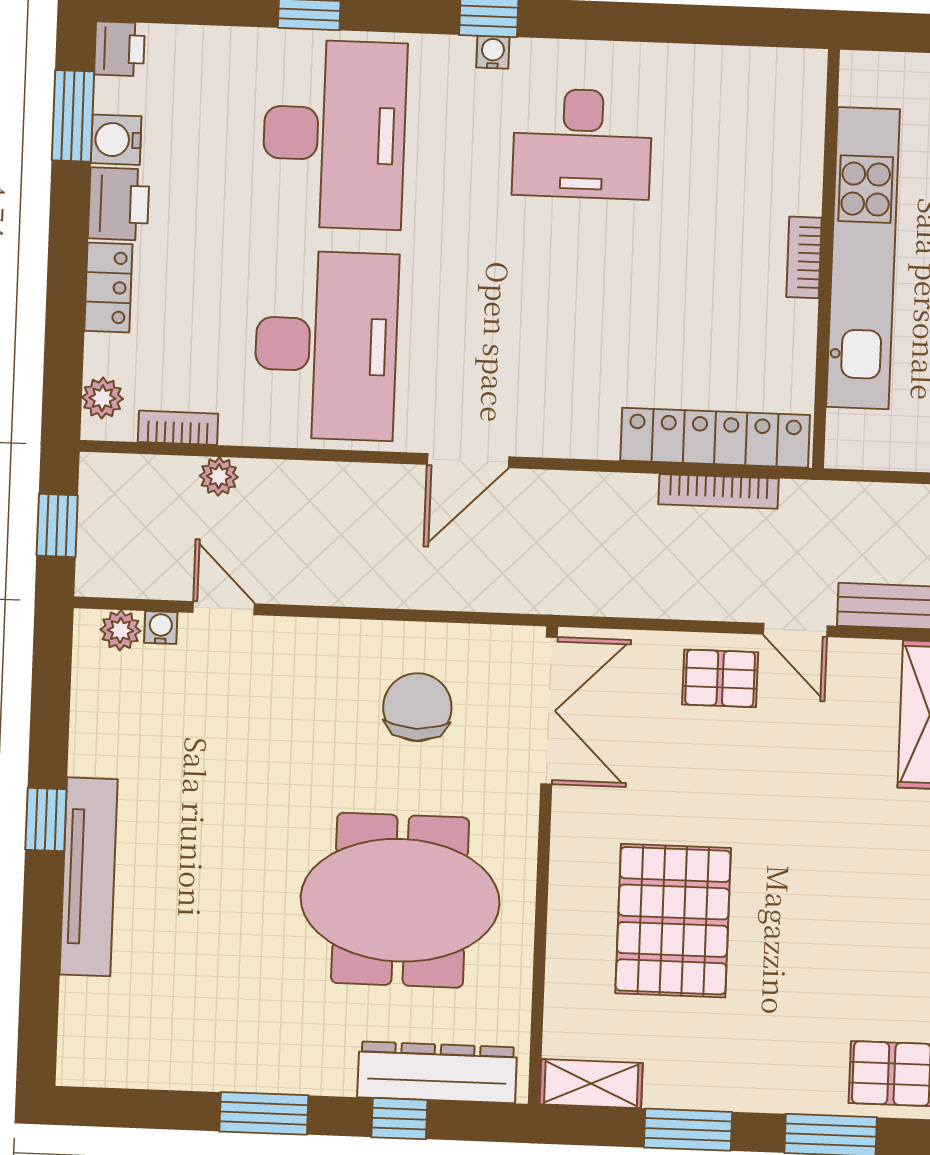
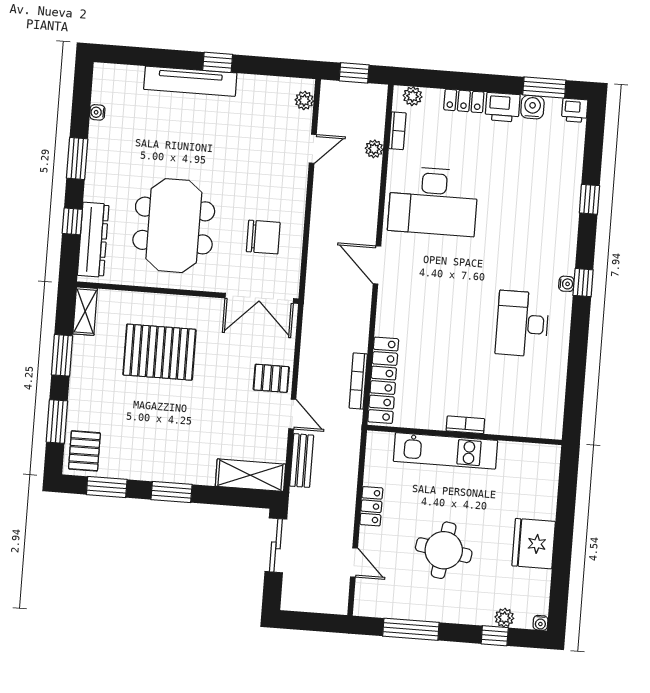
desk: (334, 134) -> (531, 209), removed
kitchen unit: (863, 258) -> (445, 451), width x0.73
water cooler: (161, 628) -> (97, 112), moved, turned 180
door: (795, 630) -> (292, 414), swing flipped
pallet: (720, 678) -> (271, 378), turned 90

